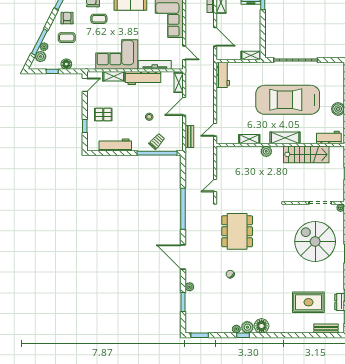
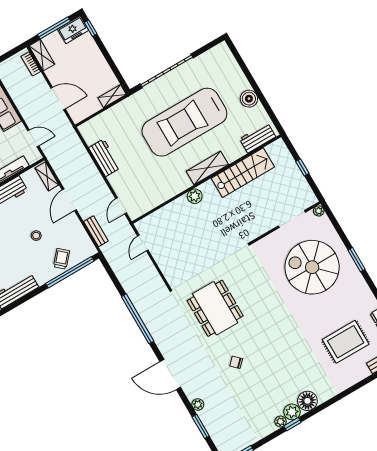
workbench: (223, 75) -> (105, 158), moved
shelving: (249, 139) -> (167, 194), removed
door: (215, 185) -> (143, 243), moved

